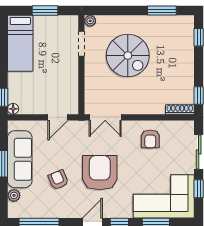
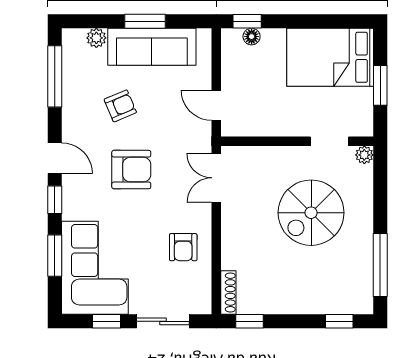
window: (162, 11) -> (380, 265), width x1.44
bed: (20, 43) -> (330, 57), width x1.50
floor lamp: (13, 109) -> (252, 37), moved
armchair: (150, 139) -> (183, 247), turned -90
armchair: (100, 173) -> (131, 170), width x0.73, depth x0.73

